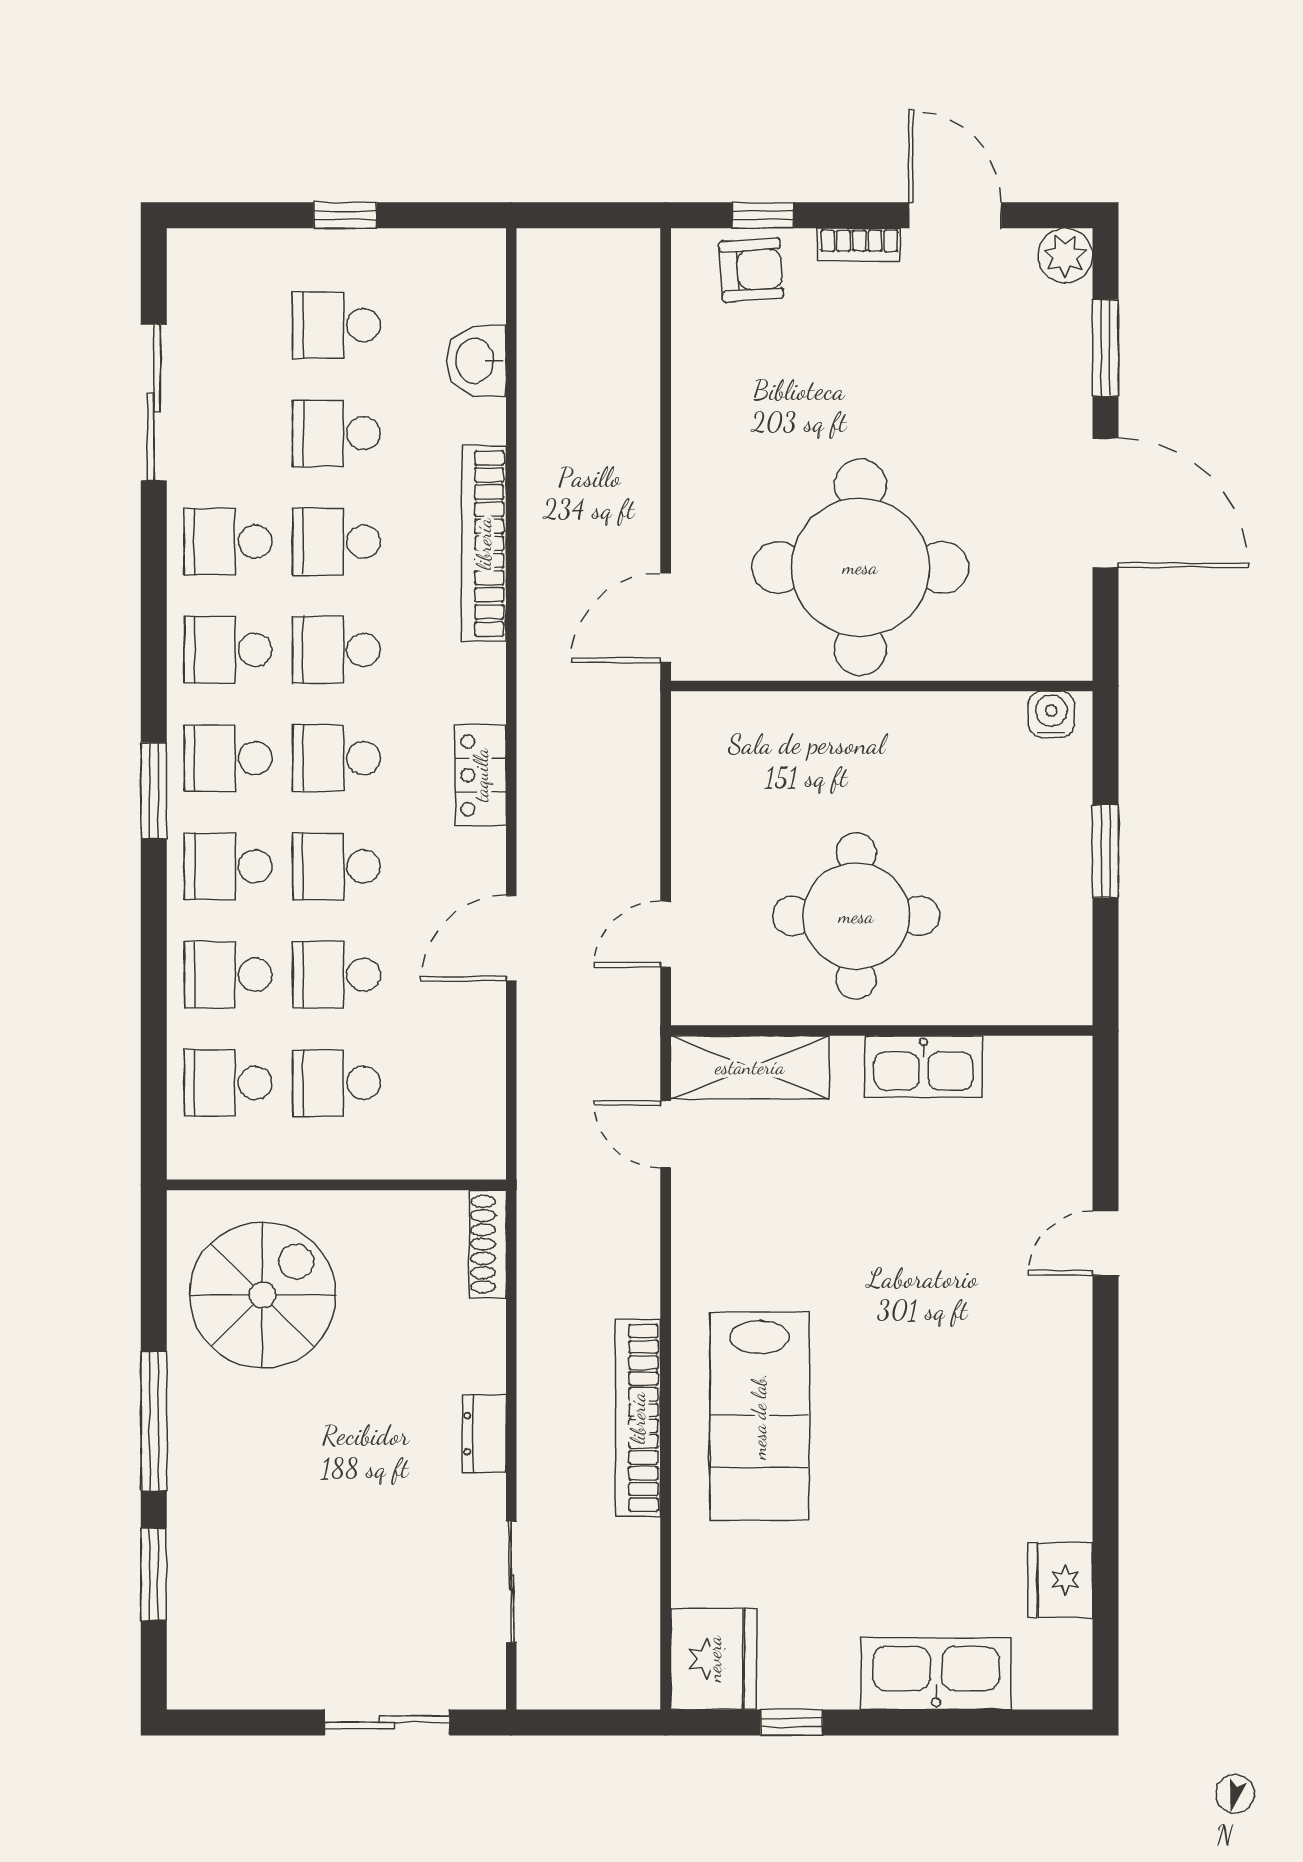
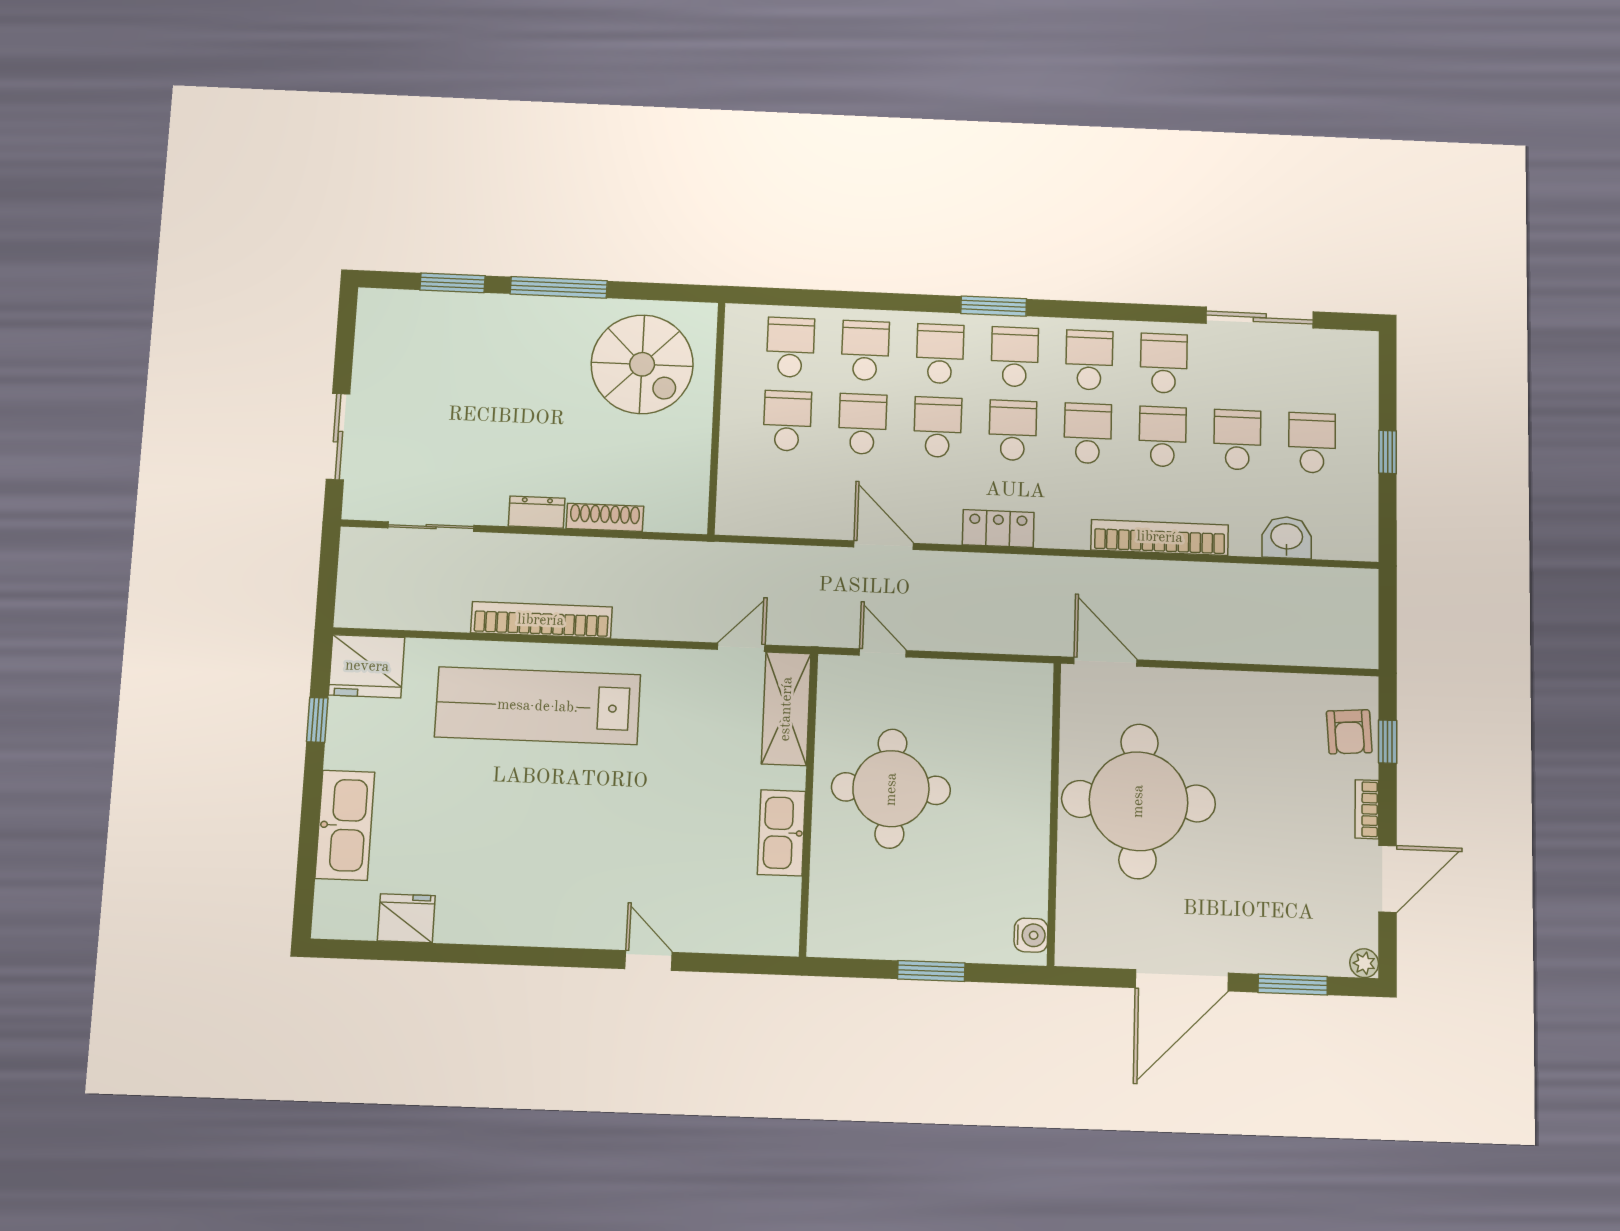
plant: (1065, 256) -> (1364, 963), width x0.73, depth x0.73
shoe rack: (488, 1244) -> (605, 517), moved
lab bench: (759, 1416) -> (538, 706), width x1.36

